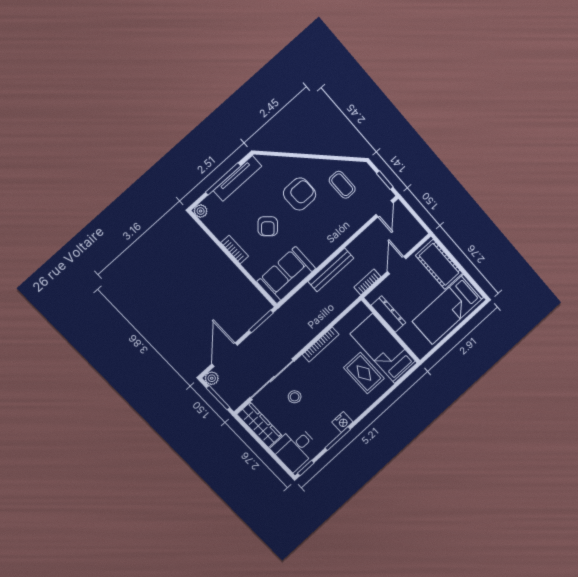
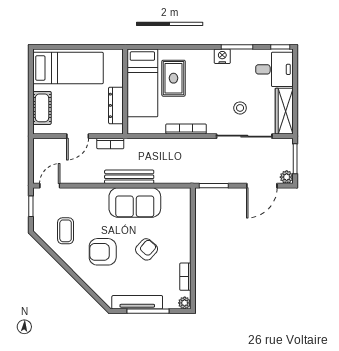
bookcase: (235, 249) -> (185, 277), moved
cot: (439, 264) -> (42, 108), width x0.73, depth x0.75
sofa: (286, 275) -> (135, 203), moved

